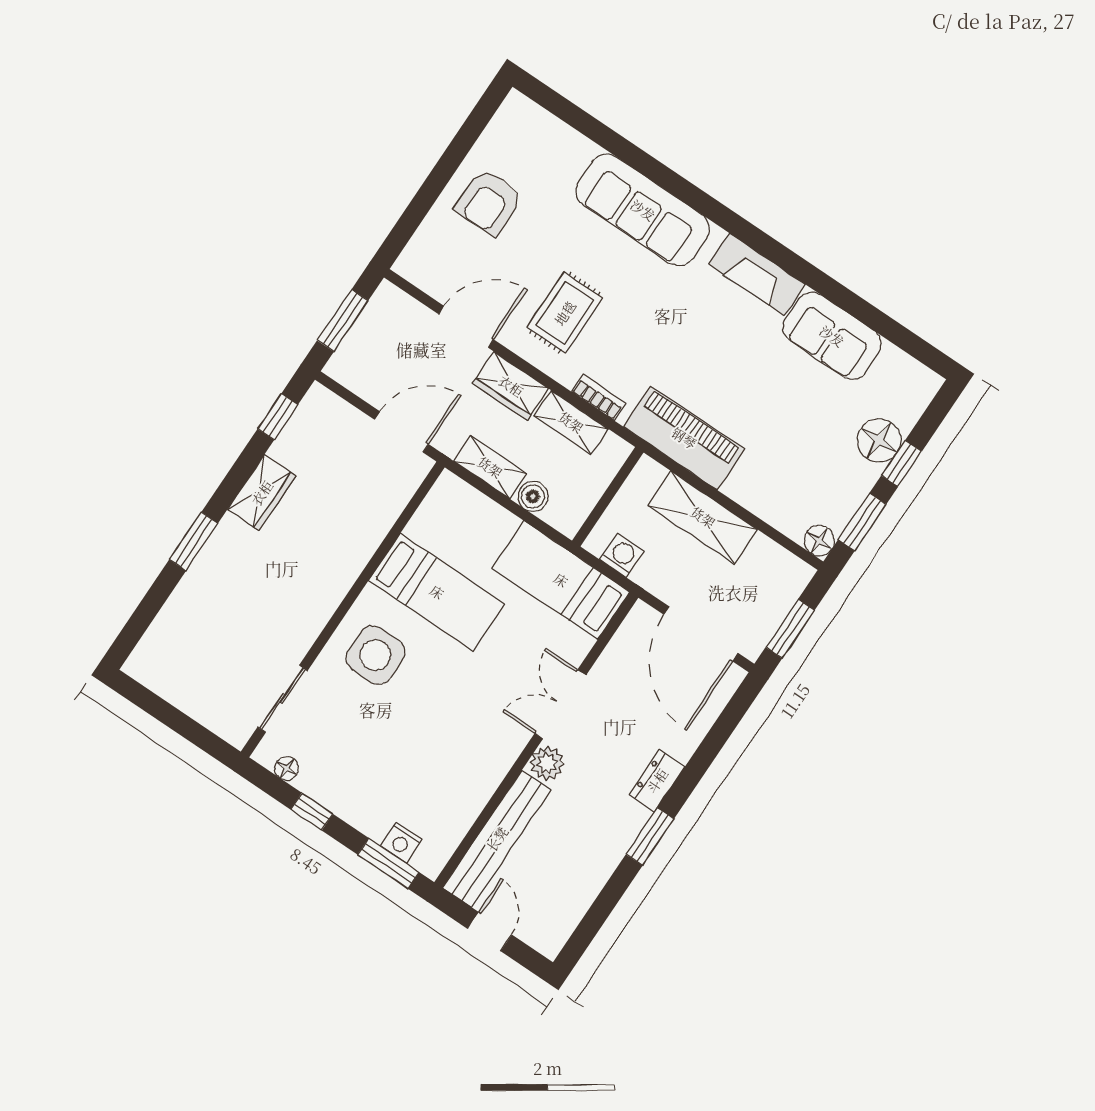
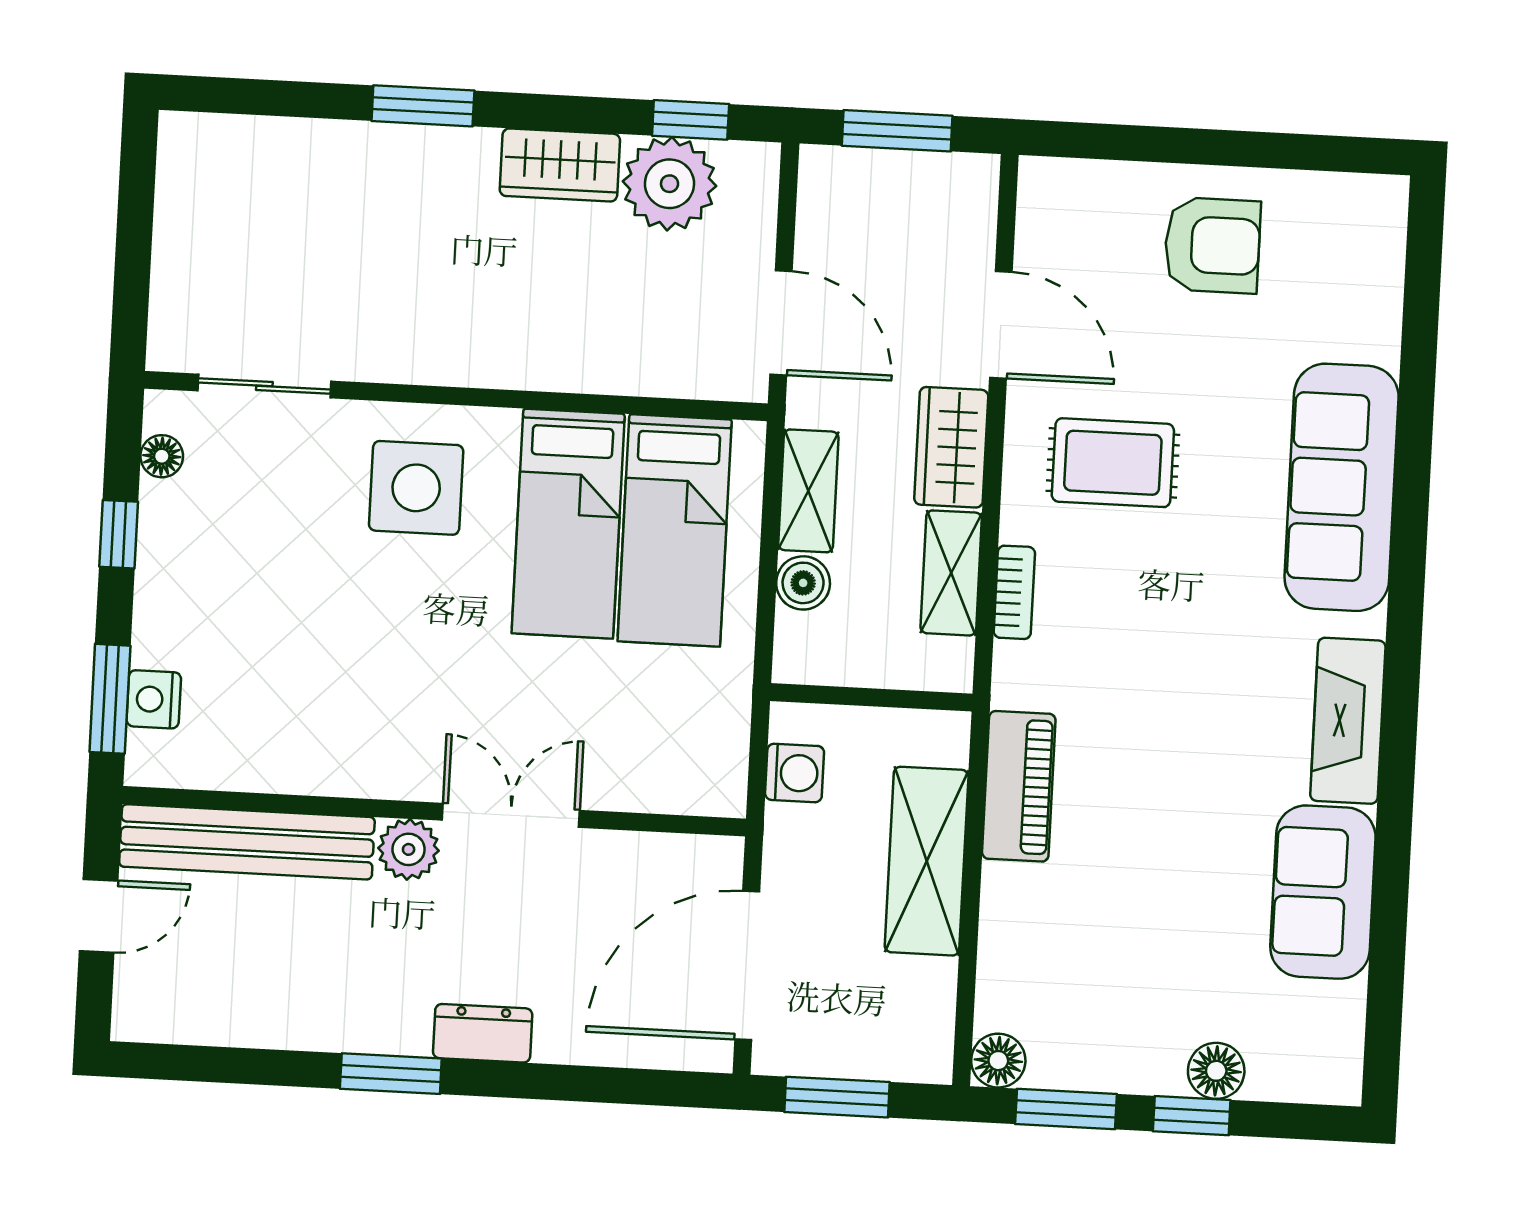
armchair: (489, 202) -> (1212, 245), turned 180
piano: (684, 438) -> (1019, 786), width x0.73, depth x0.75
floor lamp: (879, 440) -> (1216, 1071), width x0.73, depth x0.73
plant: (302, 445) -> (670, 184), added
bed: (561, 580) -> (675, 530), moved, turned 180

